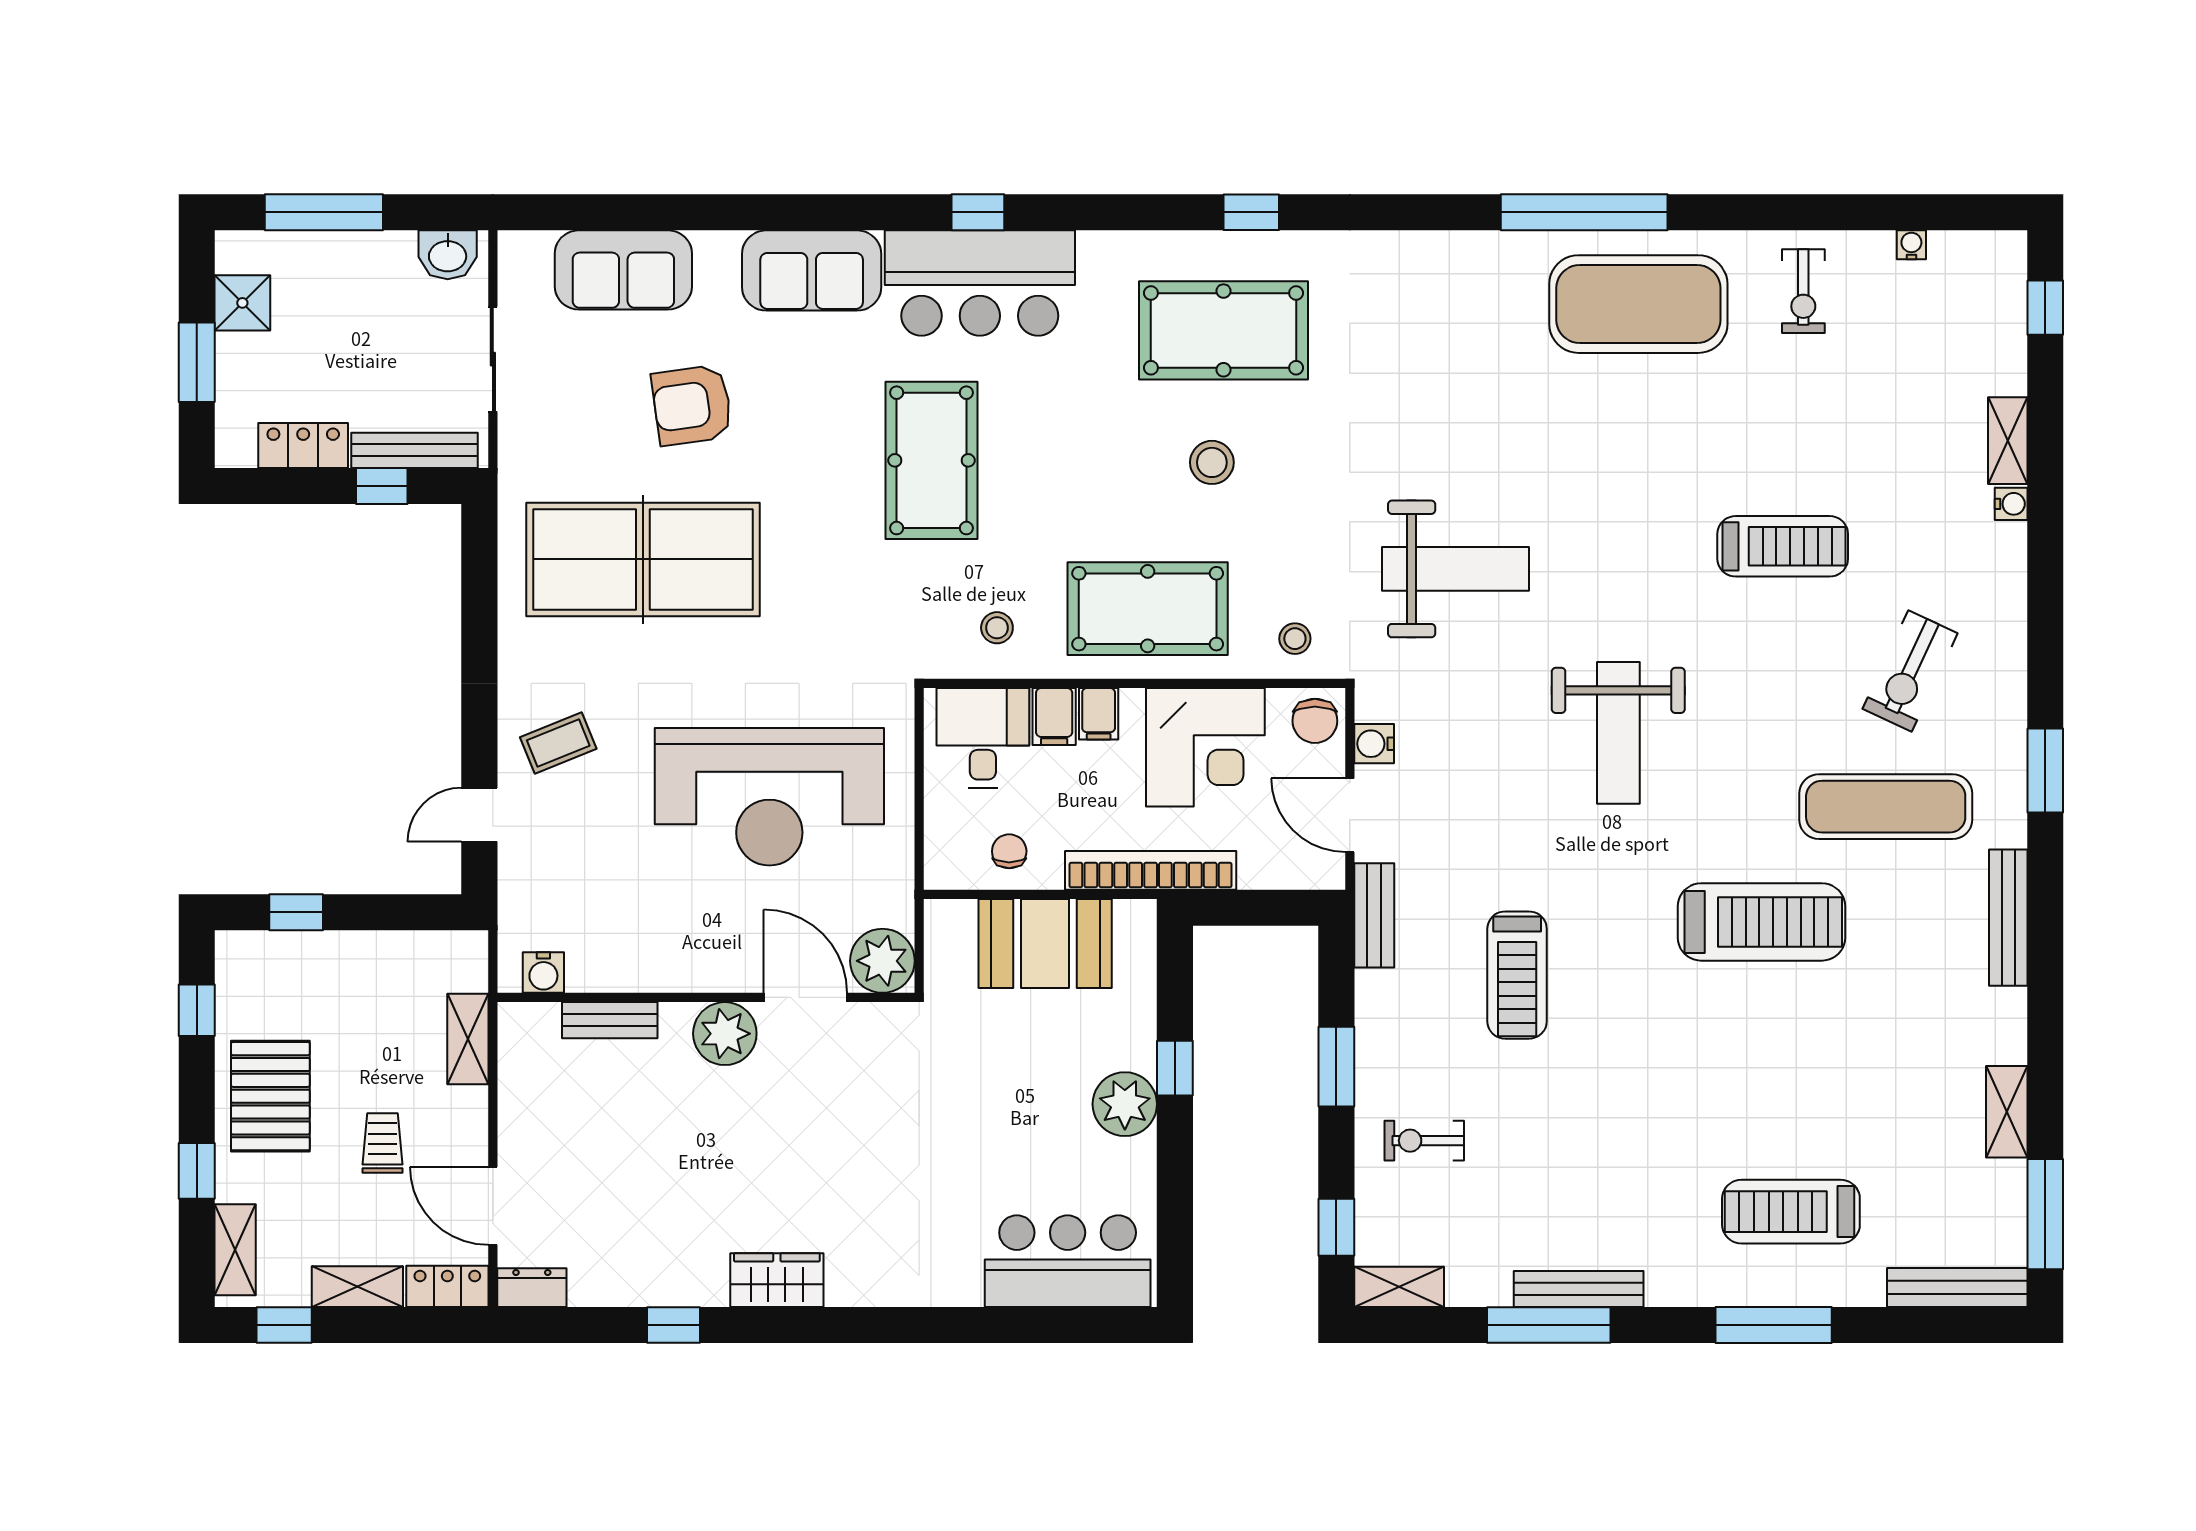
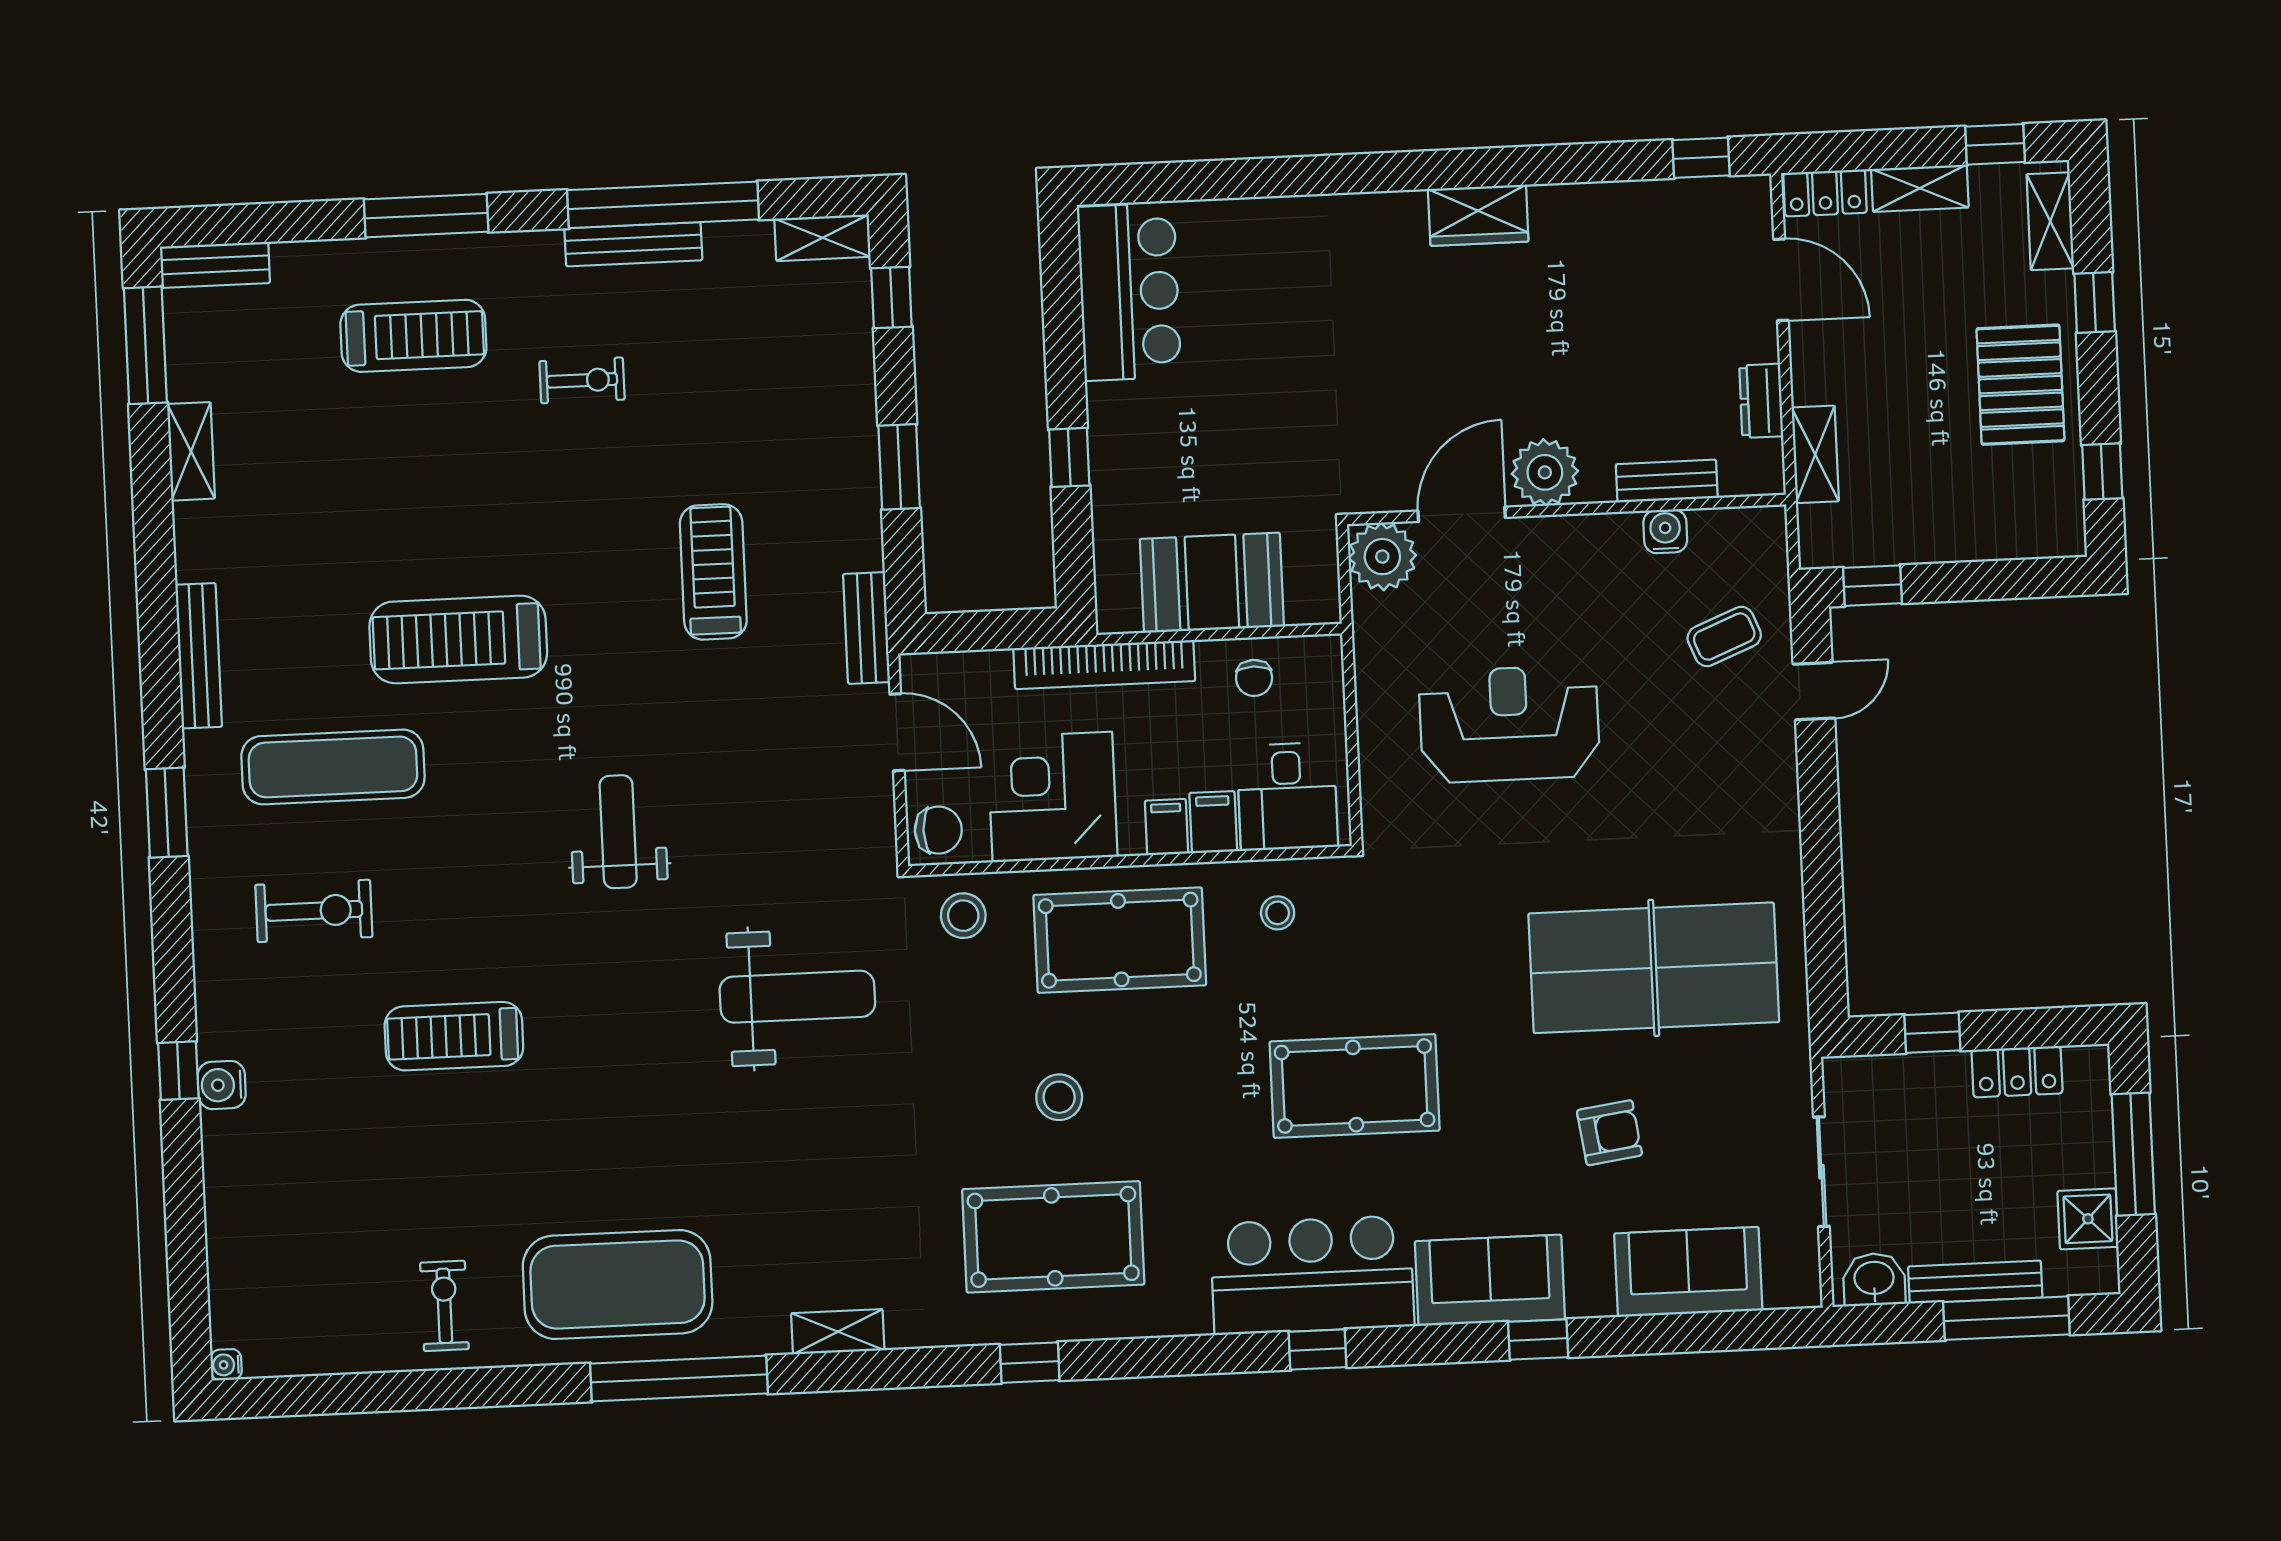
window: (769, 212) -> (1538, 1339), added
water cooler: (1911, 245) -> (226, 1365), moved, turned 90
window: (2045, 308) -> (178, 1071), moved
window: (197, 362) -> (2133, 1154), width x1.44
armchair: (692, 405) -> (1609, 1133), width x0.72, depth x0.72
shelving: (2008, 441) -> (838, 1332), moved, turned 90
bench: (415, 450) -> (1975, 1282), moved
pool table: (932, 460) -> (1355, 1086), turned 90
water cooler: (2011, 504) -> (222, 1085), width x1.38, depth x1.38
weight bench: (1456, 569) -> (797, 997), turned 180
stool: (1295, 639) -> (963, 916), width x1.37, depth x1.37
exercise bike: (1910, 671) -> (314, 911), turned 65
chair: (1315, 721) -> (938, 830), turned 90
weight bench: (1618, 733) -> (618, 832), width x0.73, depth x0.75
coffee table: (558, 743) -> (1724, 637), moved
water cooler: (1374, 744) -> (875, 809), removed
reception desk: (769, 797) -> (1509, 724), width x0.74, depth x0.77
window: (296, 912) -> (1873, 586), moved
water cooler: (543, 973) -> (1665, 531), moved
door: (805, 997) -> (1462, 514), swing flipped
plant: (1125, 1104) -> (1120, 417), removed
exercise bike: (1424, 1141) -> (582, 380), moved
trolley: (382, 1143) -> (1900, 341), removed
bar counter: (1068, 1261) -> (1129, 292), moved, turned -90
bench: (1957, 1287) -> (215, 265), width x0.73
dresser: (532, 1288) -> (1761, 401), moved, turned 90
window: (673, 1325) -> (1701, 158), moved
window: (1549, 1325) -> (663, 205), width x1.46

